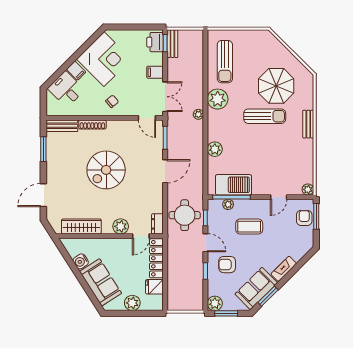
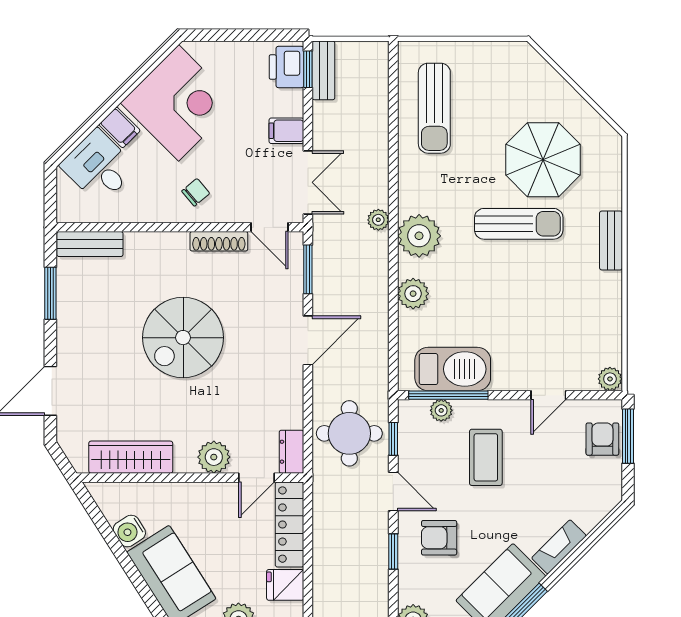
plant: (218, 99) -> (419, 236), moved
shoe rack: (92, 124) -> (219, 241), moved
coffee table: (249, 227) -> (486, 457), turned 90

